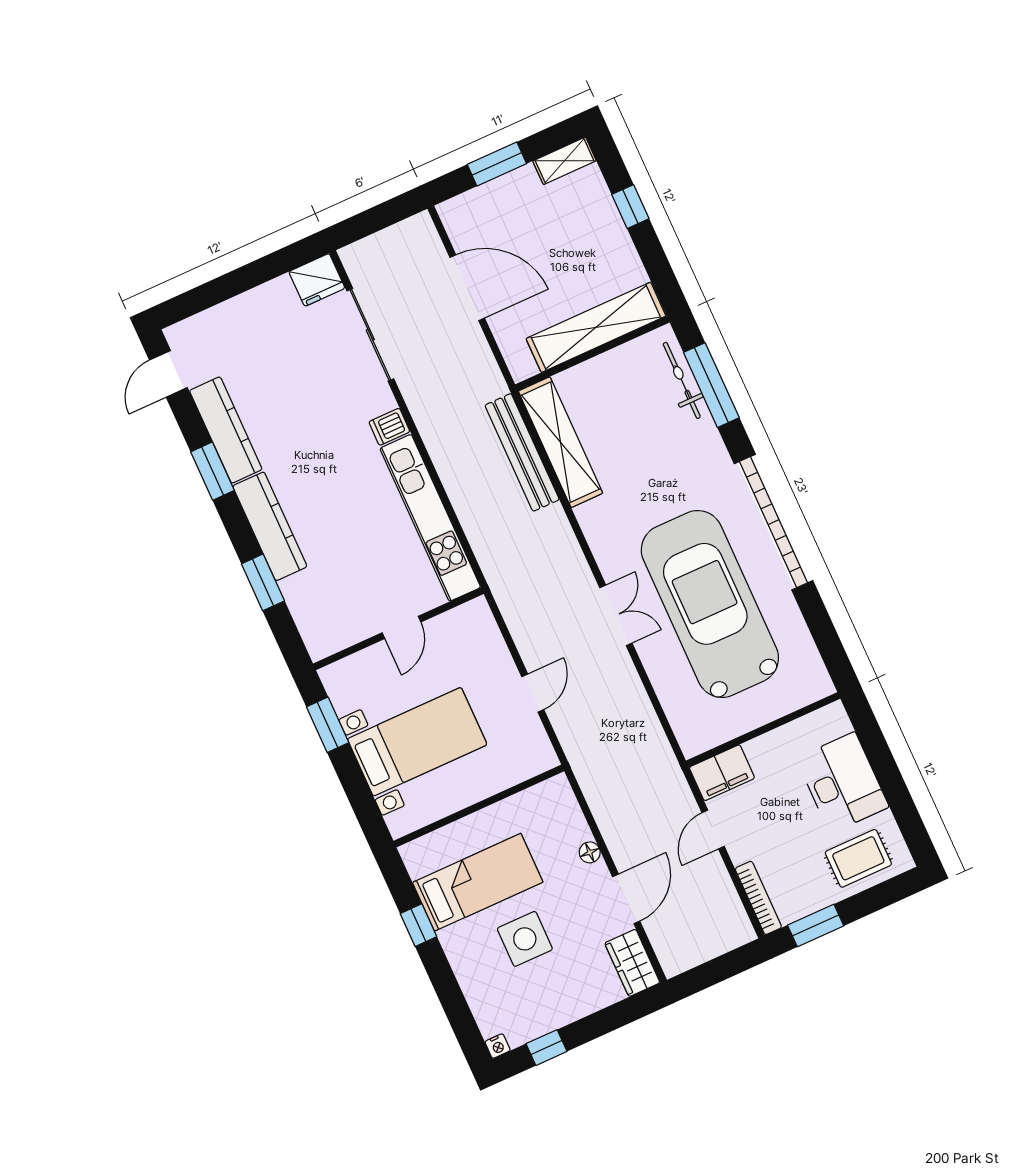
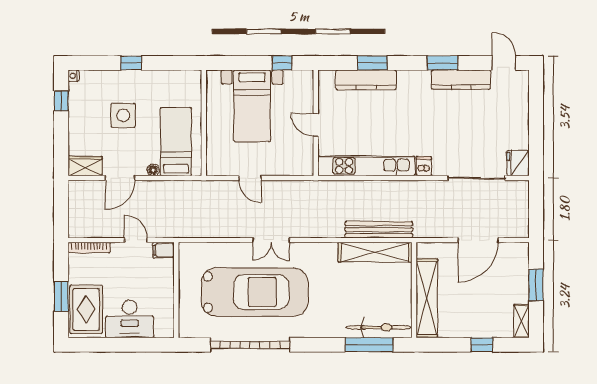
bicycle: (682, 380) -> (379, 327), width x1.37, depth x1.40
garage door: (774, 522) -> (250, 345), moved
kitchen counter: (270, 526) -> (366, 80), moved
window: (328, 725) -> (282, 63), width x0.67
filing cabinet: (722, 773) -> (163, 250), width x0.50
rug: (858, 858) -> (86, 309), width x1.36, depth x1.43
bed: (478, 882) -> (176, 142), moved, turned 180
door: (626, 899) -> (120, 178), hinge flipped
window: (418, 925) -> (131, 63), moved
window: (816, 925) -> (61, 296), moved

